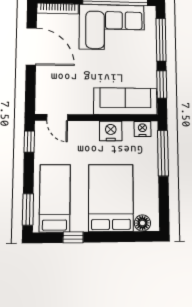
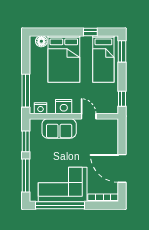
sofa: (125, 101) -> (59, 128), width x0.73
door: (57, 117) -> (89, 116), moved

